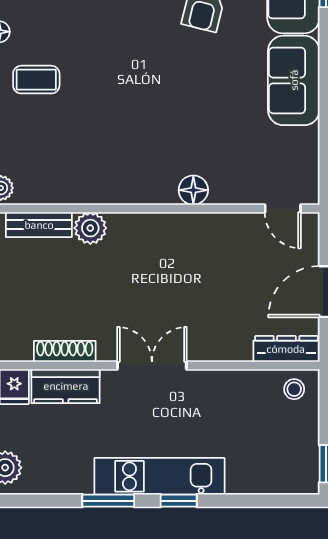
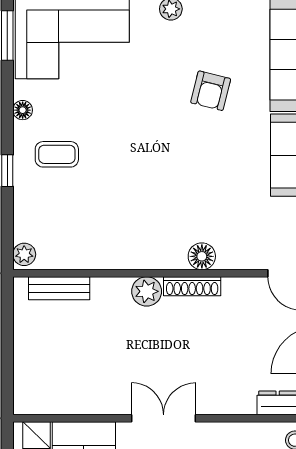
plant: (90, 228) -> (147, 291), moved
shoe rack: (65, 351) -> (192, 286), moved, turned 180

